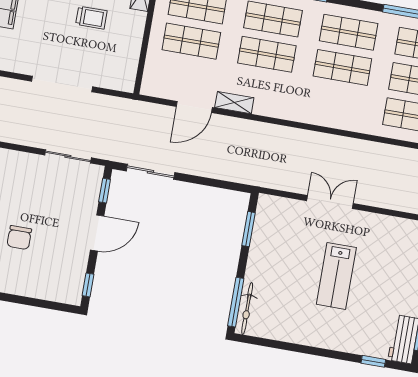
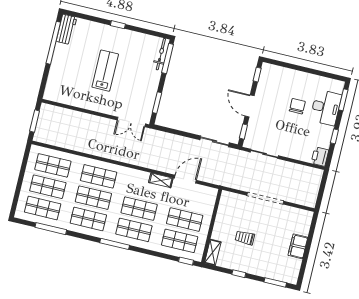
shop shelf: (336, 103) -> (99, 176), added
double door: (330, 202) -> (131, 122), moved
door: (97, 233) -> (250, 106), hinge flipped
window: (373, 361) -> (118, 25), moved

